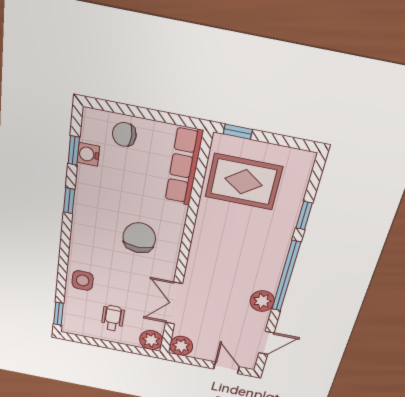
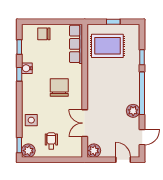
window: (238, 132) -> (113, 22), moved
water cooler: (88, 154) -> (27, 68), moved
plant: (151, 340) -> (28, 151), moved

